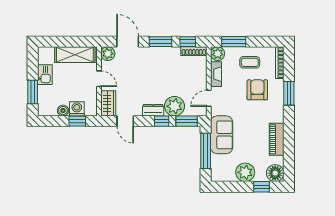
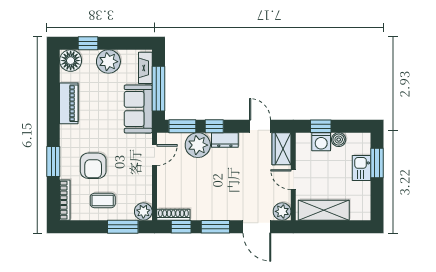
fireplace: (216, 74) -> (145, 68), moved
kitchen sink: (45, 75) -> (361, 168), moved

